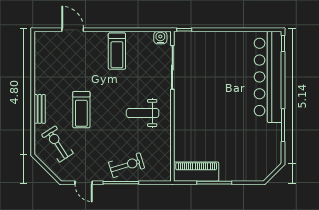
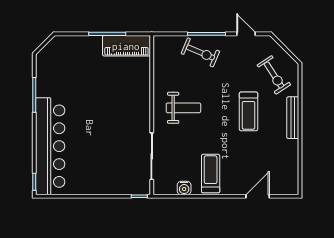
door: (73, 30) -> (258, 196), swing flipped
water cooler: (160, 38) -> (184, 188), moved
bench: (40, 109) -> (293, 118), width x1.36
treadmill: (81, 110) -> (248, 111), turned 180
exercise bike: (127, 165) -> (200, 52), turned -140

